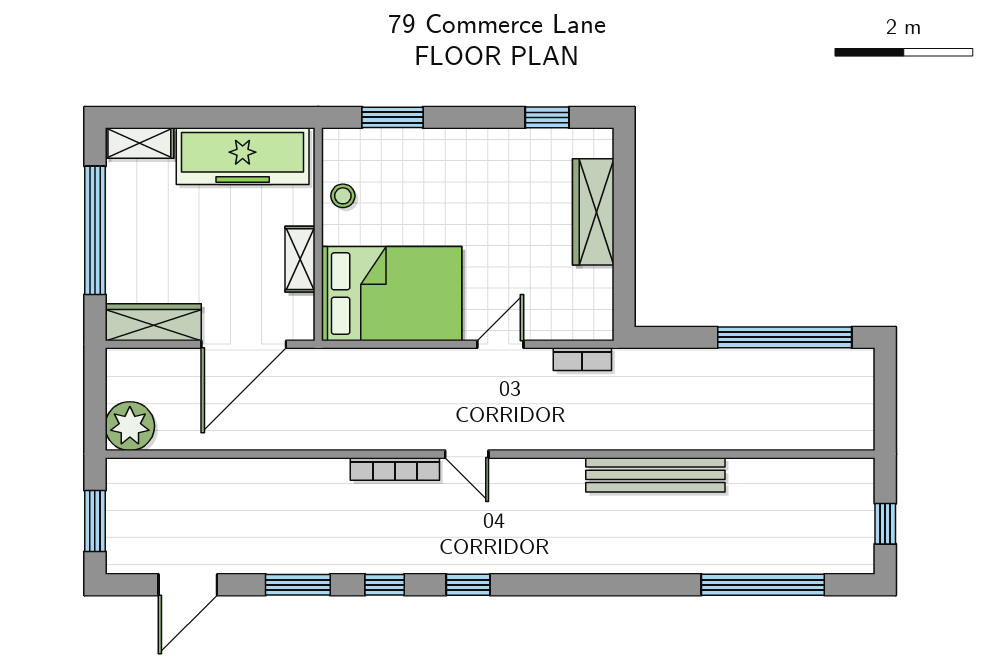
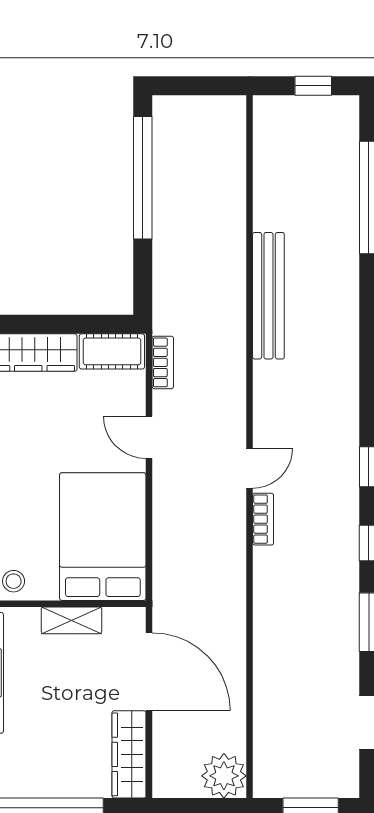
cot: (594, 304) -> (112, 351), added
bookcase: (395, 469) -> (263, 519), width x0.64

